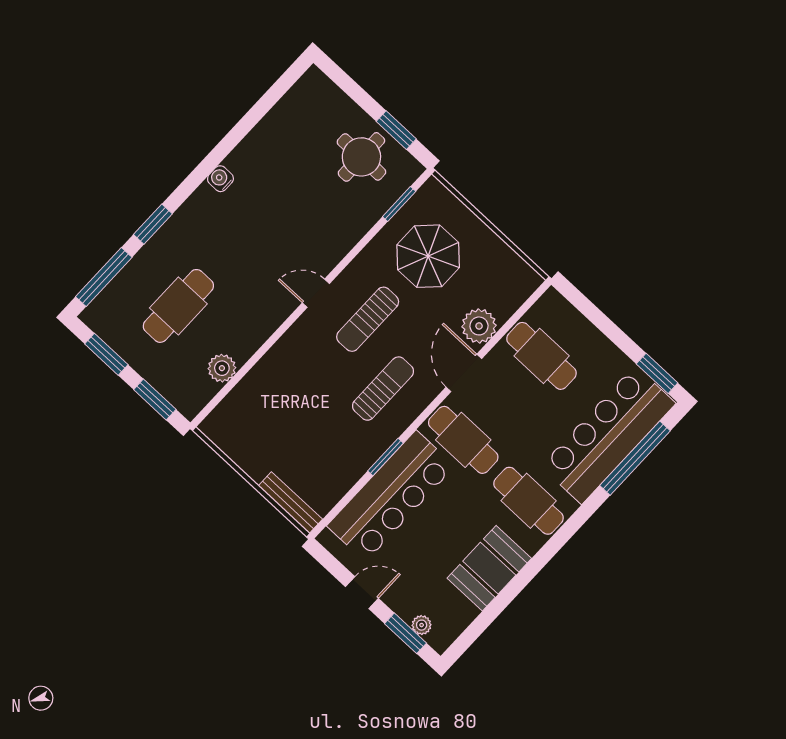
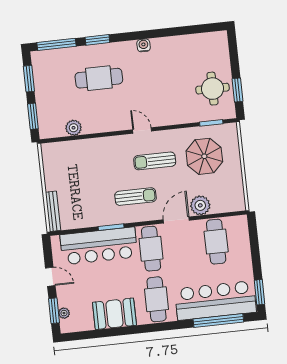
cafe table: (178, 306) -> (99, 78), moved

